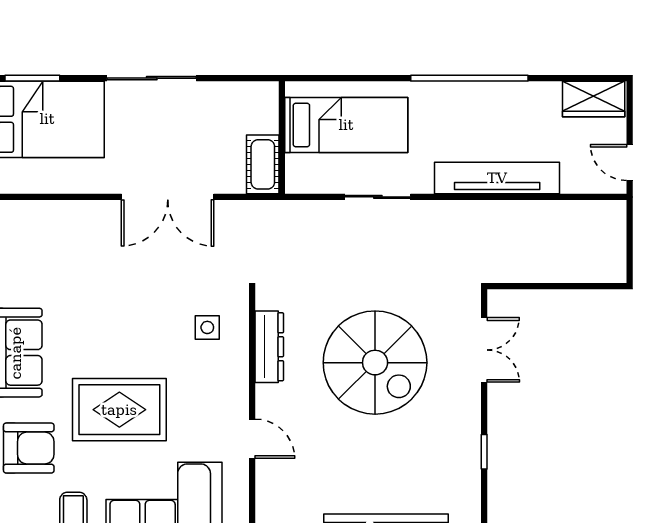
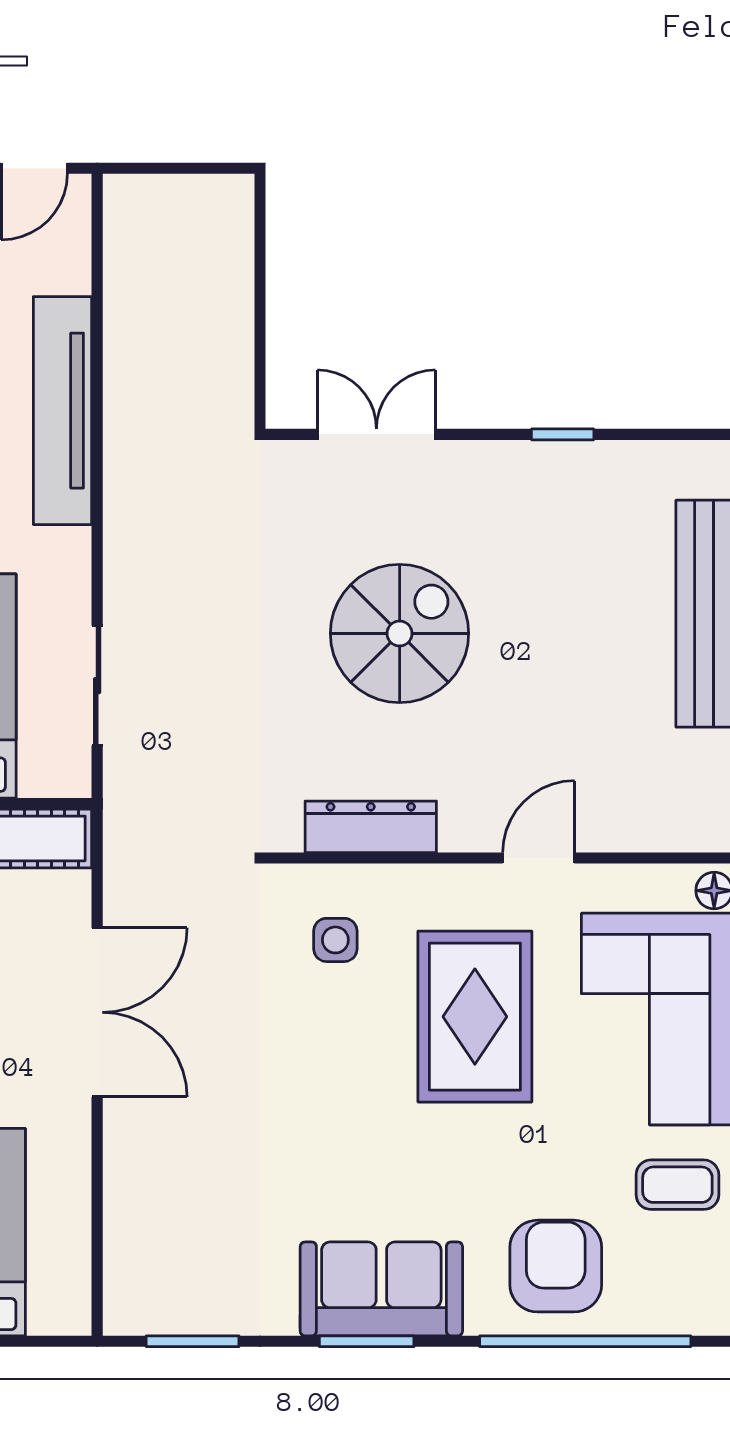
sliding door: (378, 197) -> (97, 686), moved
spiral stairs: (375, 363) -> (400, 633), width x0.73, depth x0.73
rug: (119, 410) -> (475, 1017), moved

